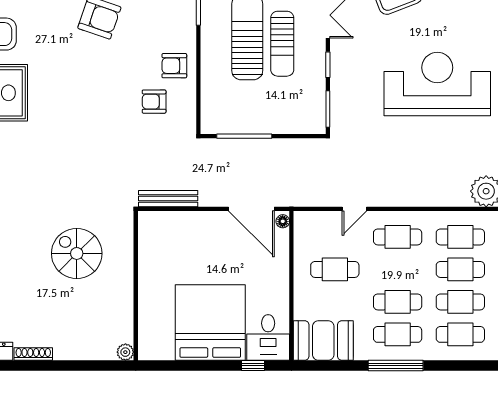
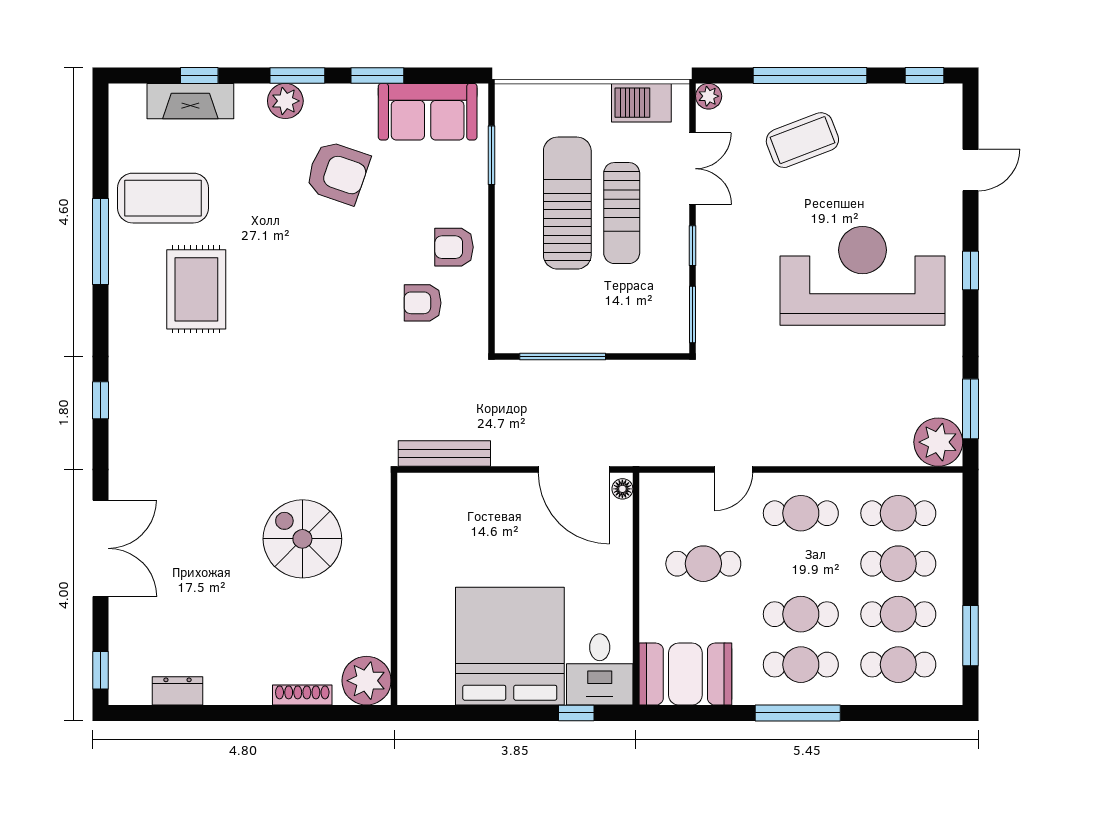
plant: (125, 352) -> (367, 681), width x1.87, depth x1.87
shoe rack: (33, 354) -> (302, 695), moved

